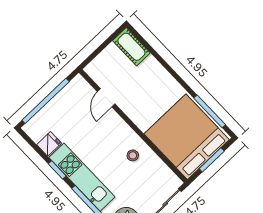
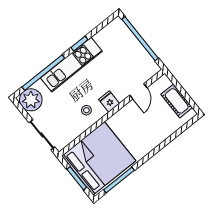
cot: (131, 47) -> (177, 101), moved, turned 90
door: (106, 98) -> (138, 91), swing flipped
fridge: (49, 144) -> (109, 101), moved, turned 180

